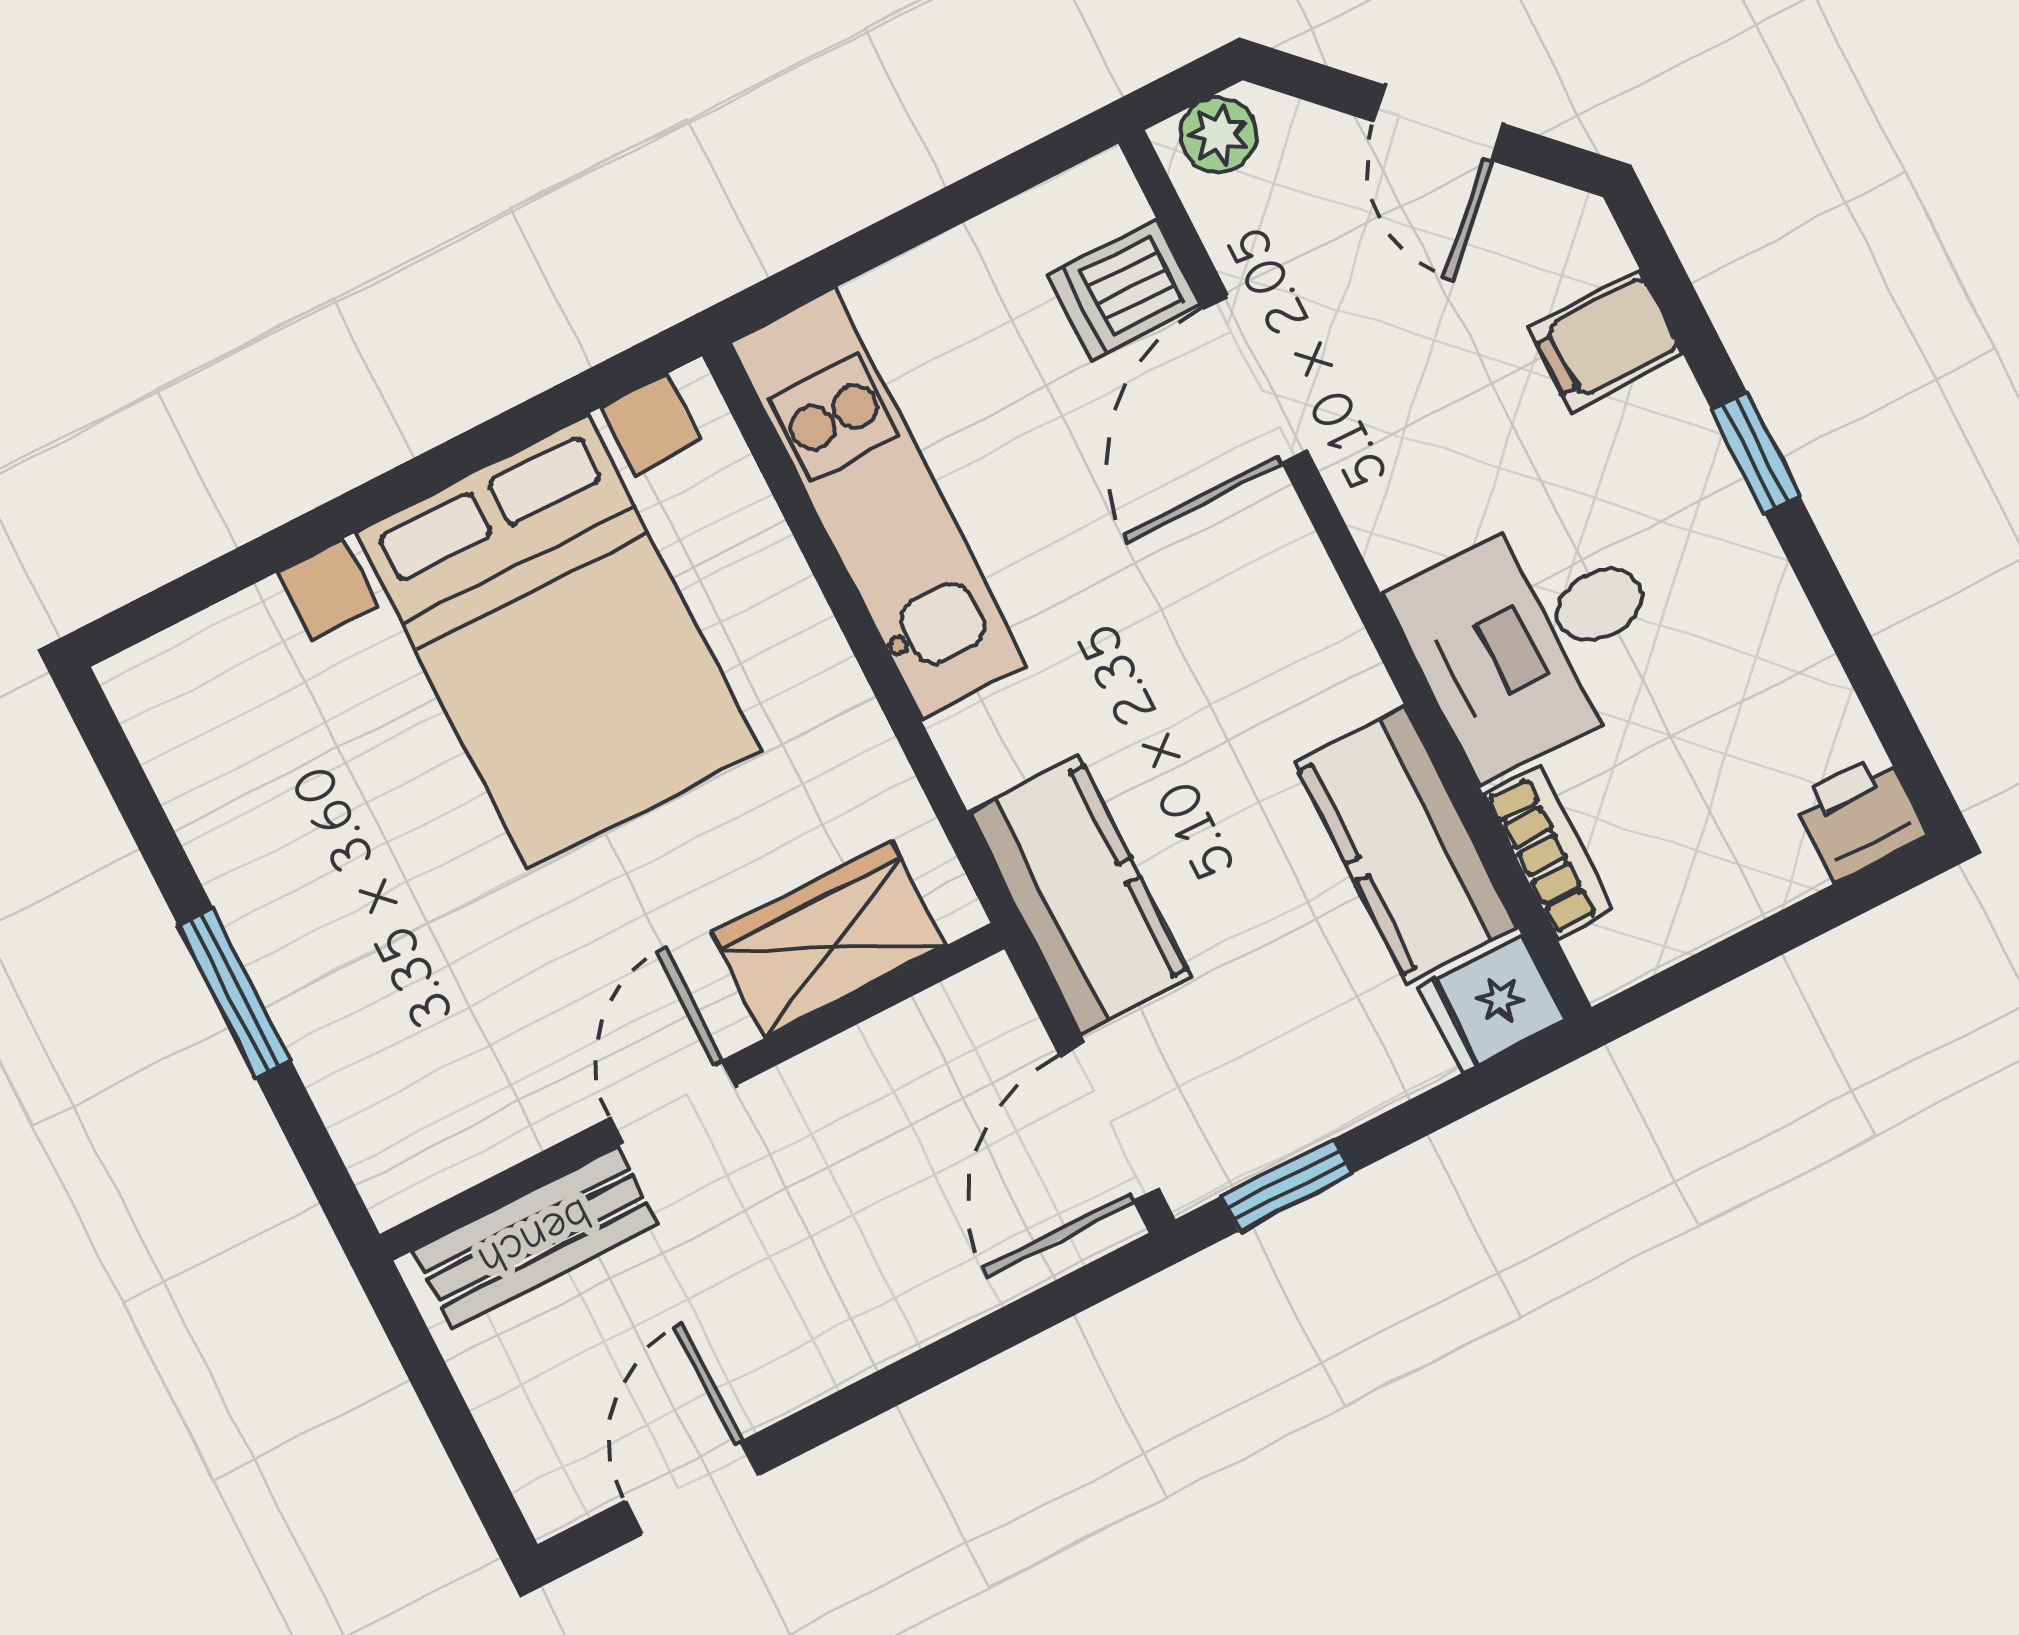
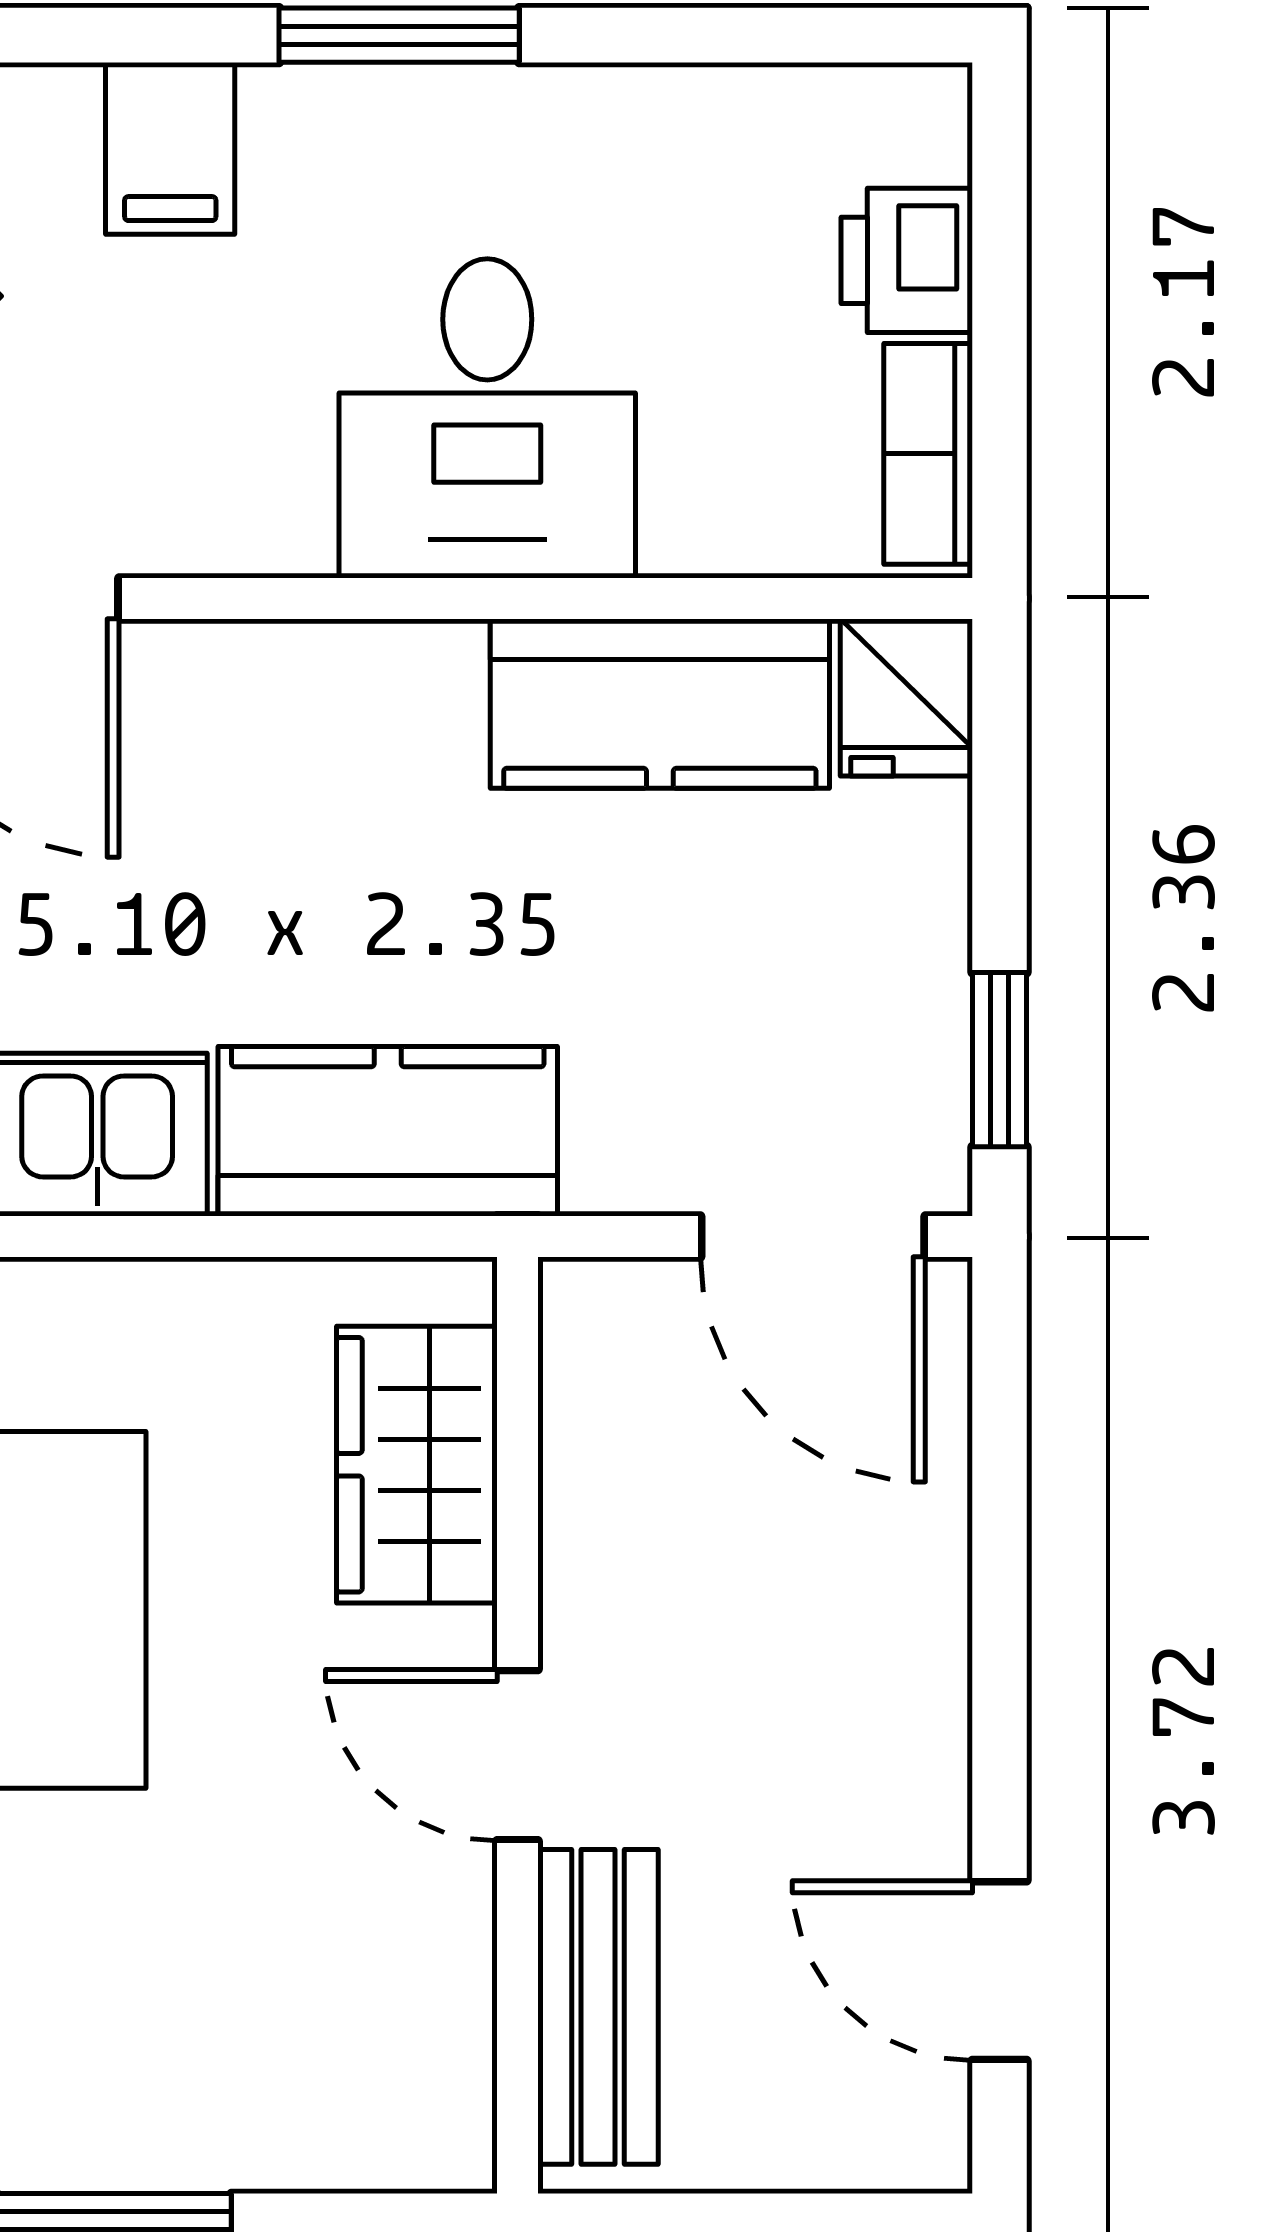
window: (1755, 452) -> (399, 35), width x1.50
printer: (1859, 817) -> (907, 260), moved
bookcase: (1549, 852) -> (928, 454), moved, turned -90
kitchen counter: (1080, 895) -> (388, 1131), moved

